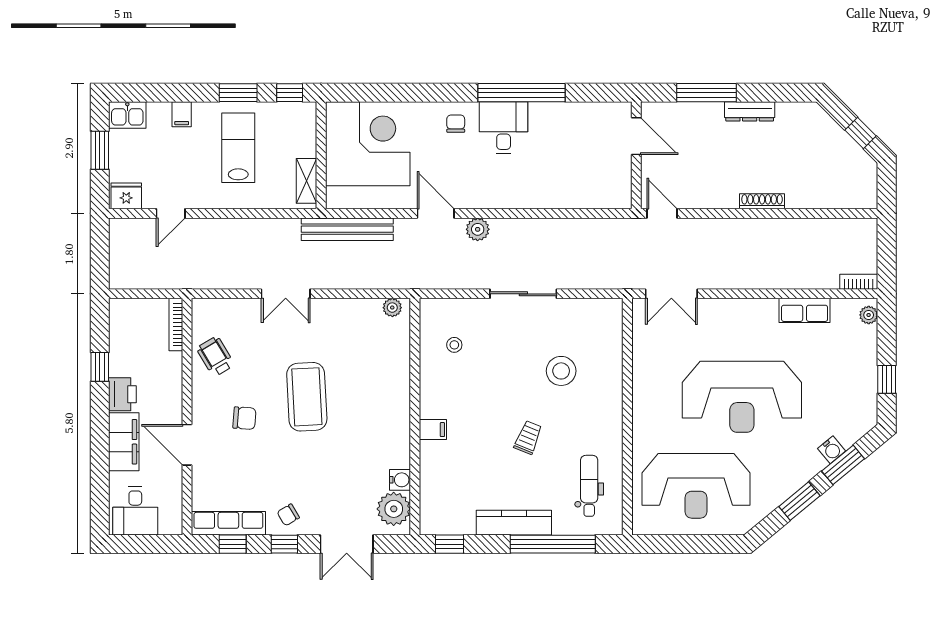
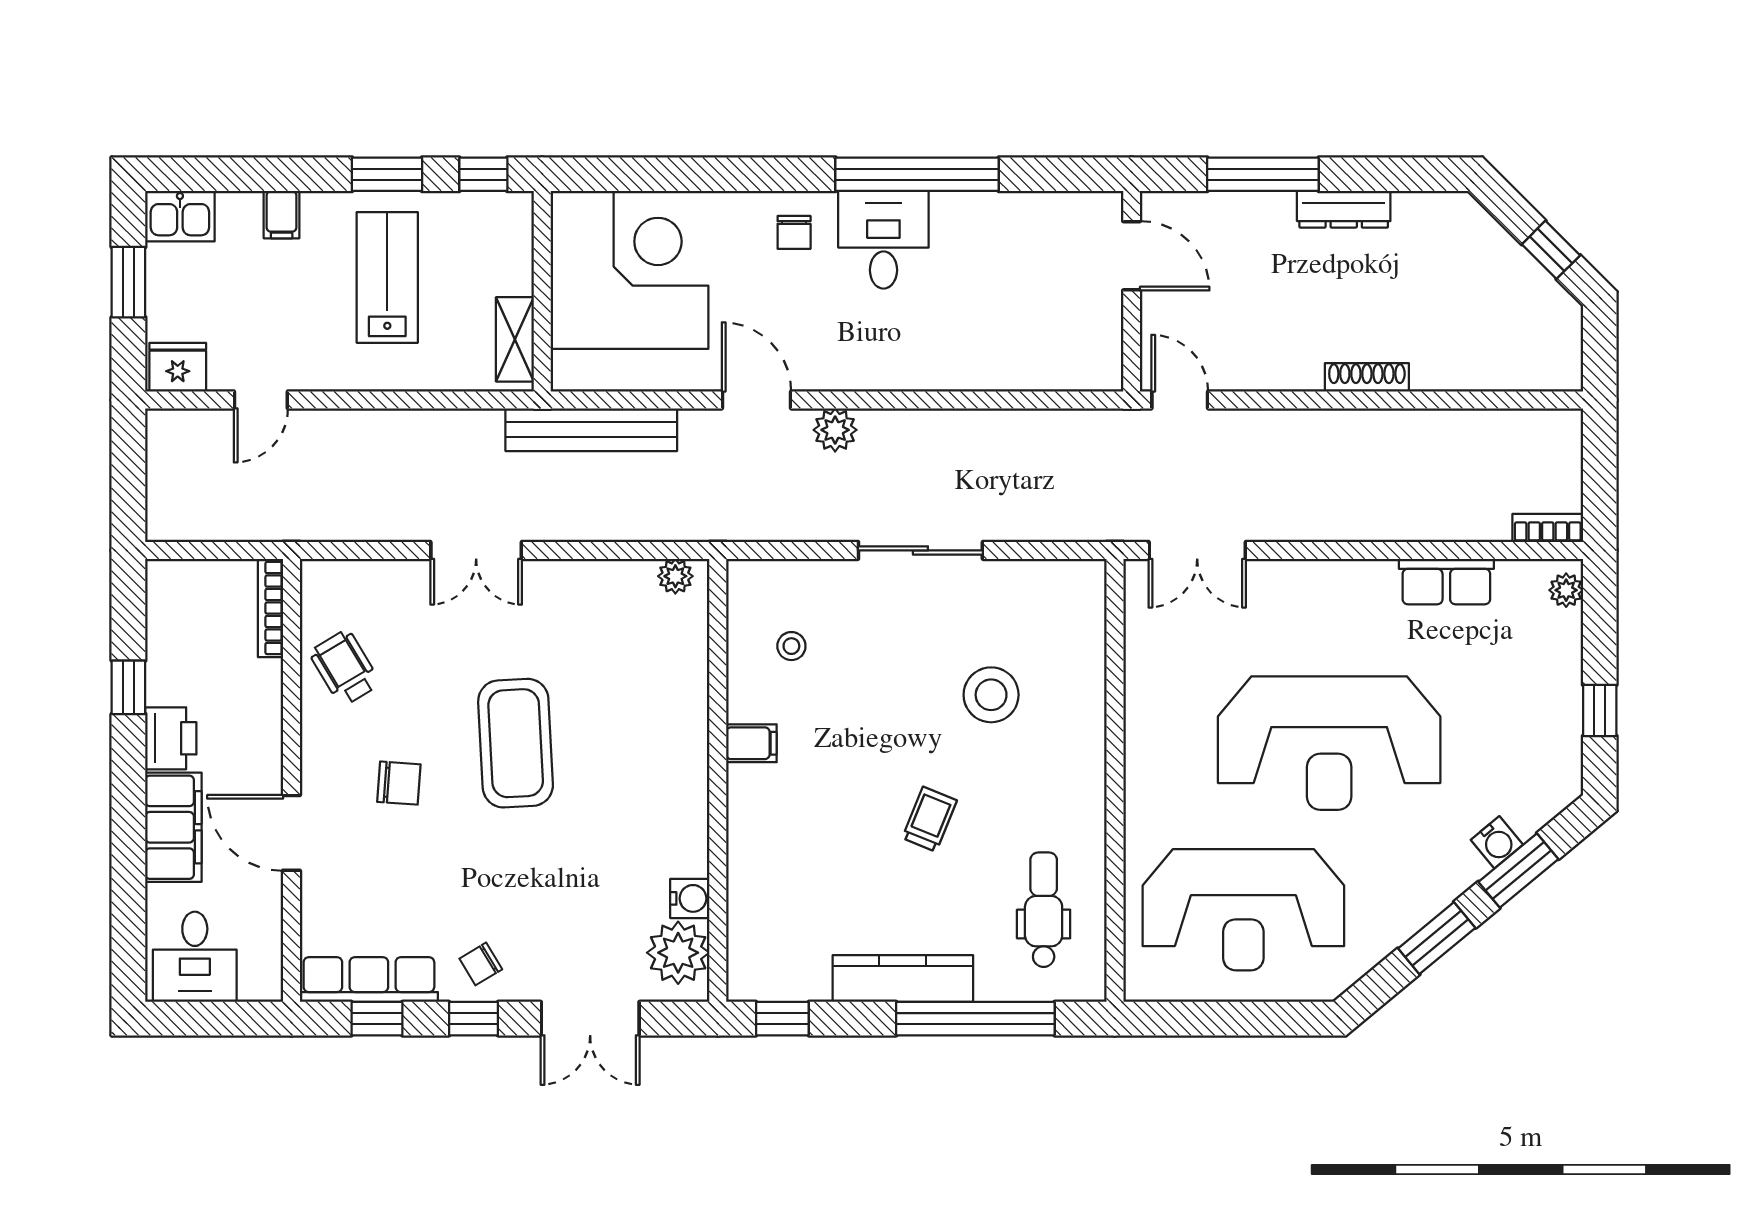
chair: (456, 124) -> (794, 232), turned 180
filing cabinet: (433, 430) -> (751, 743), moved

